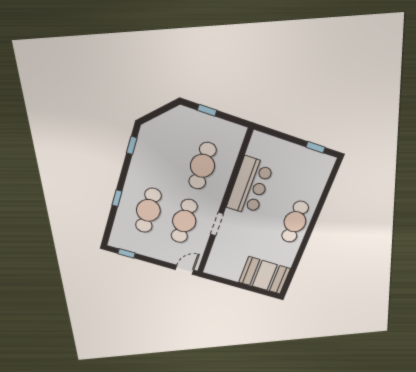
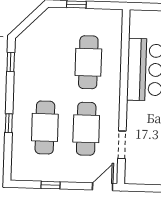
doorway: (217, 224) -> (122, 145), moved
window: (126, 253) -> (50, 185), moved

